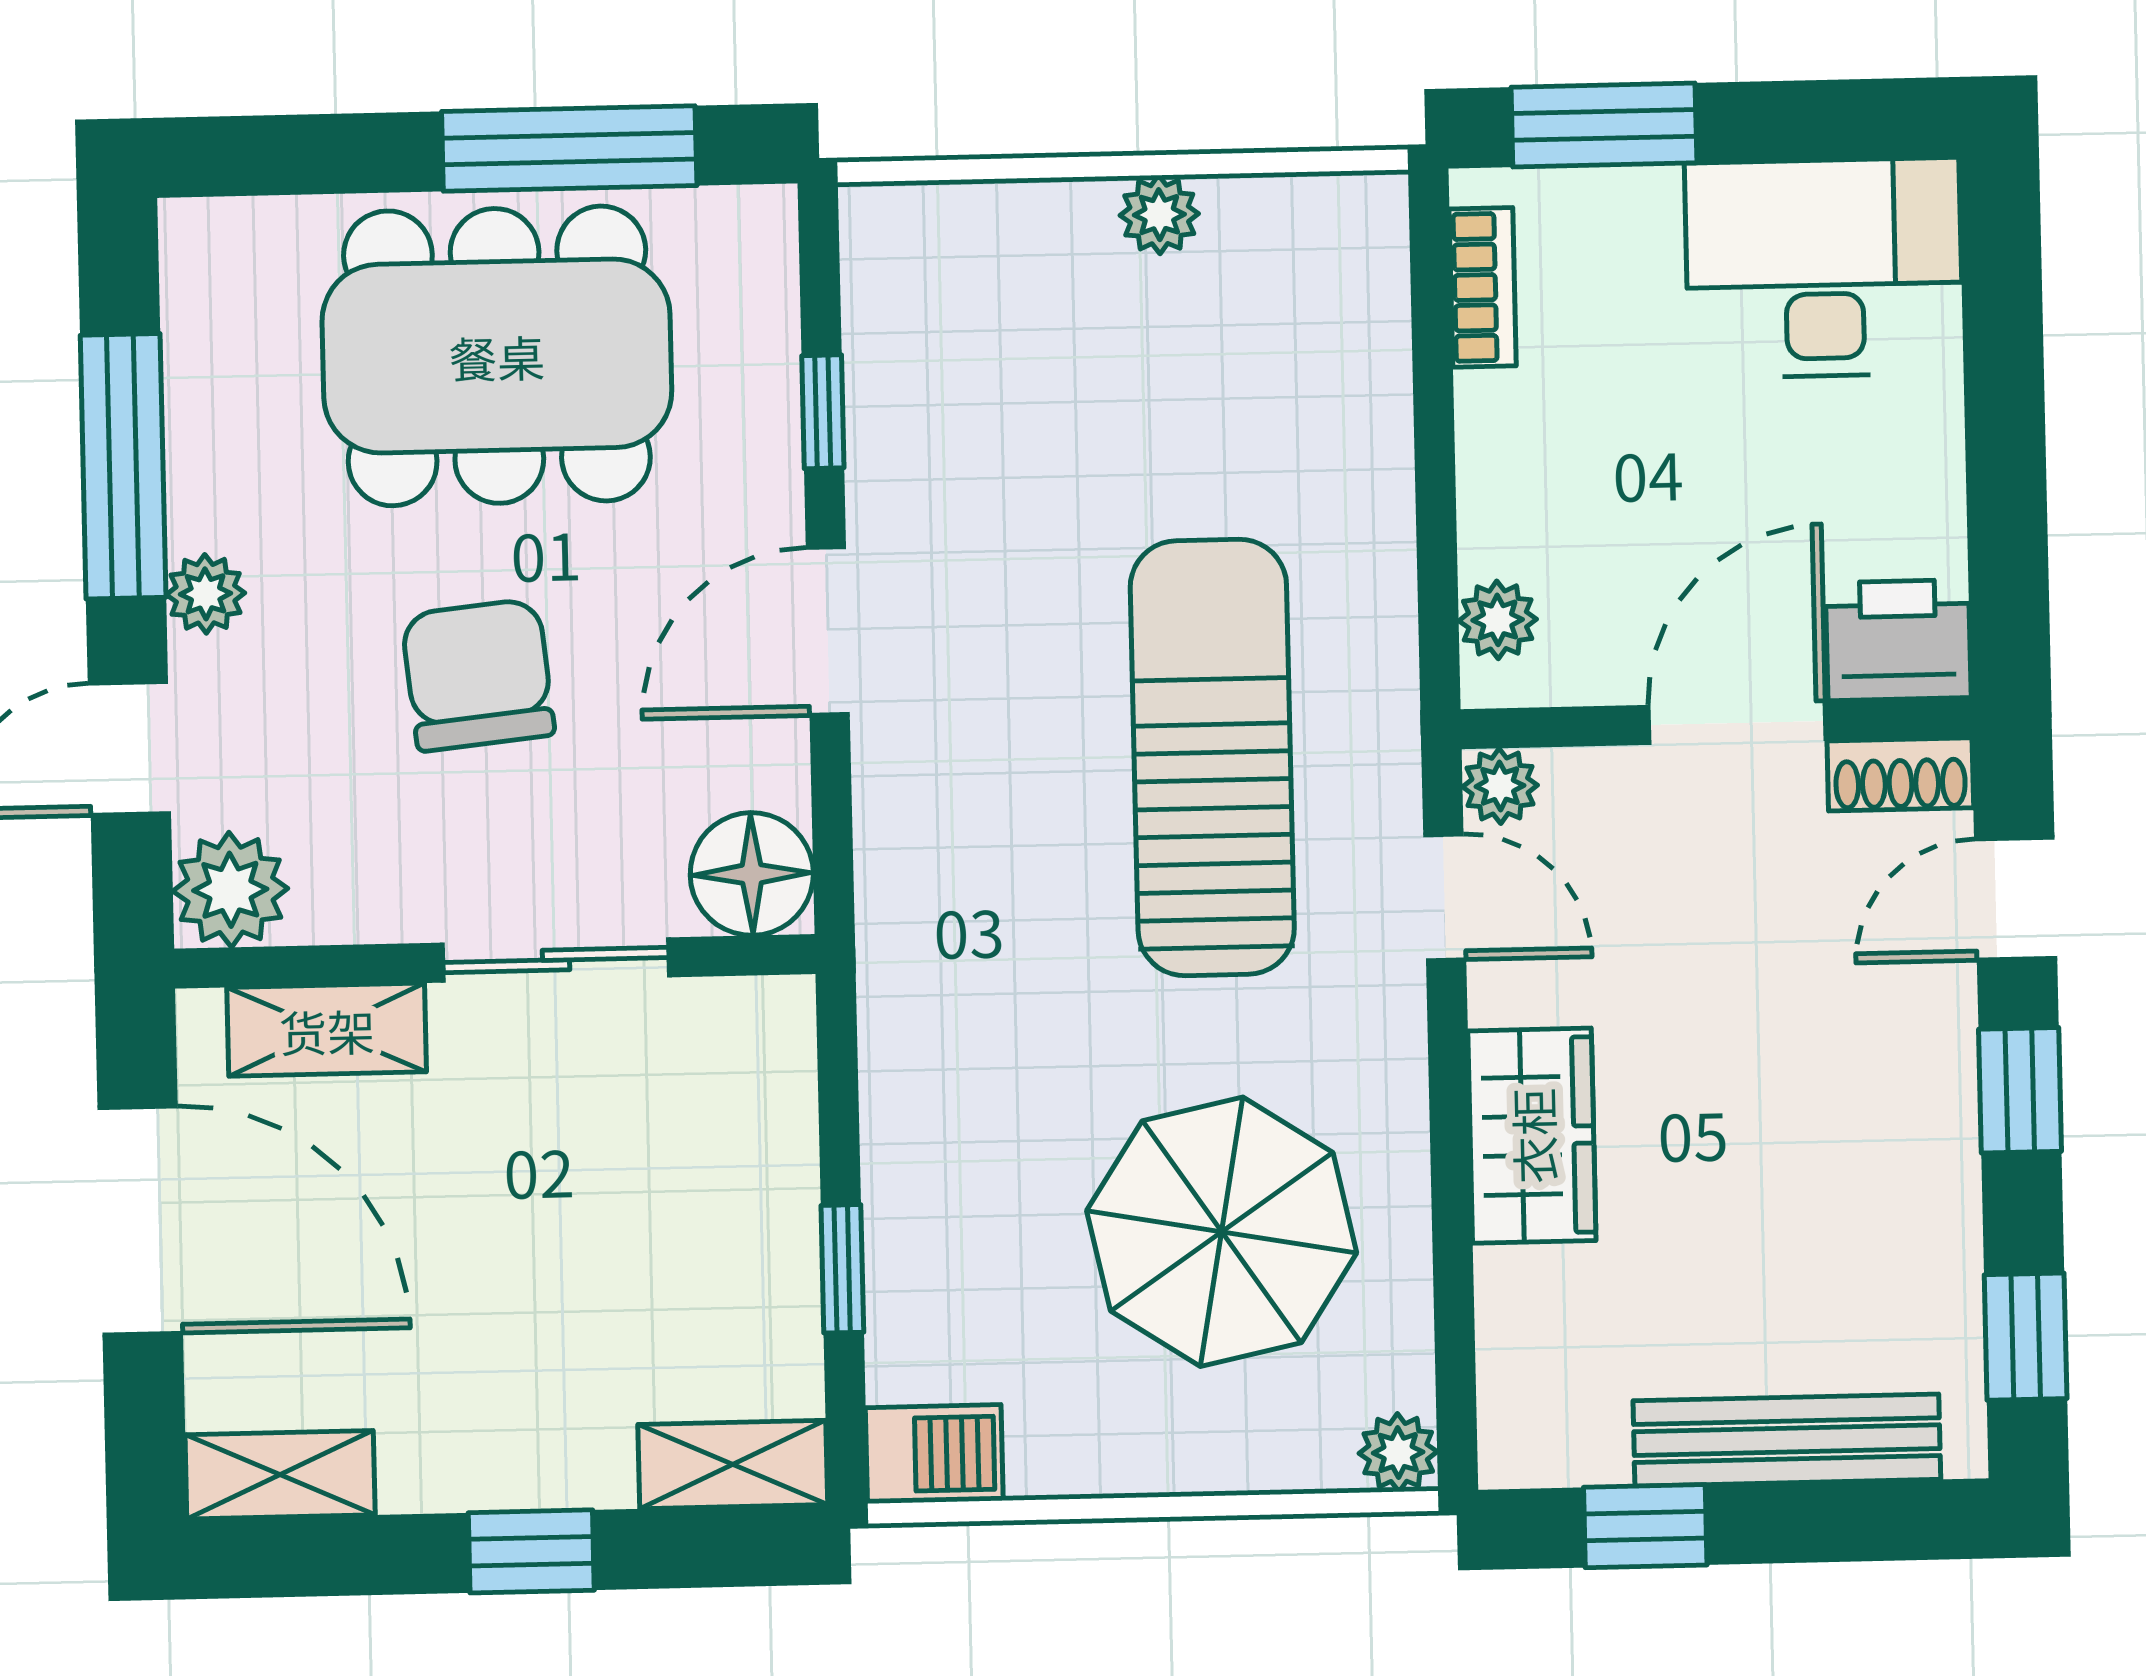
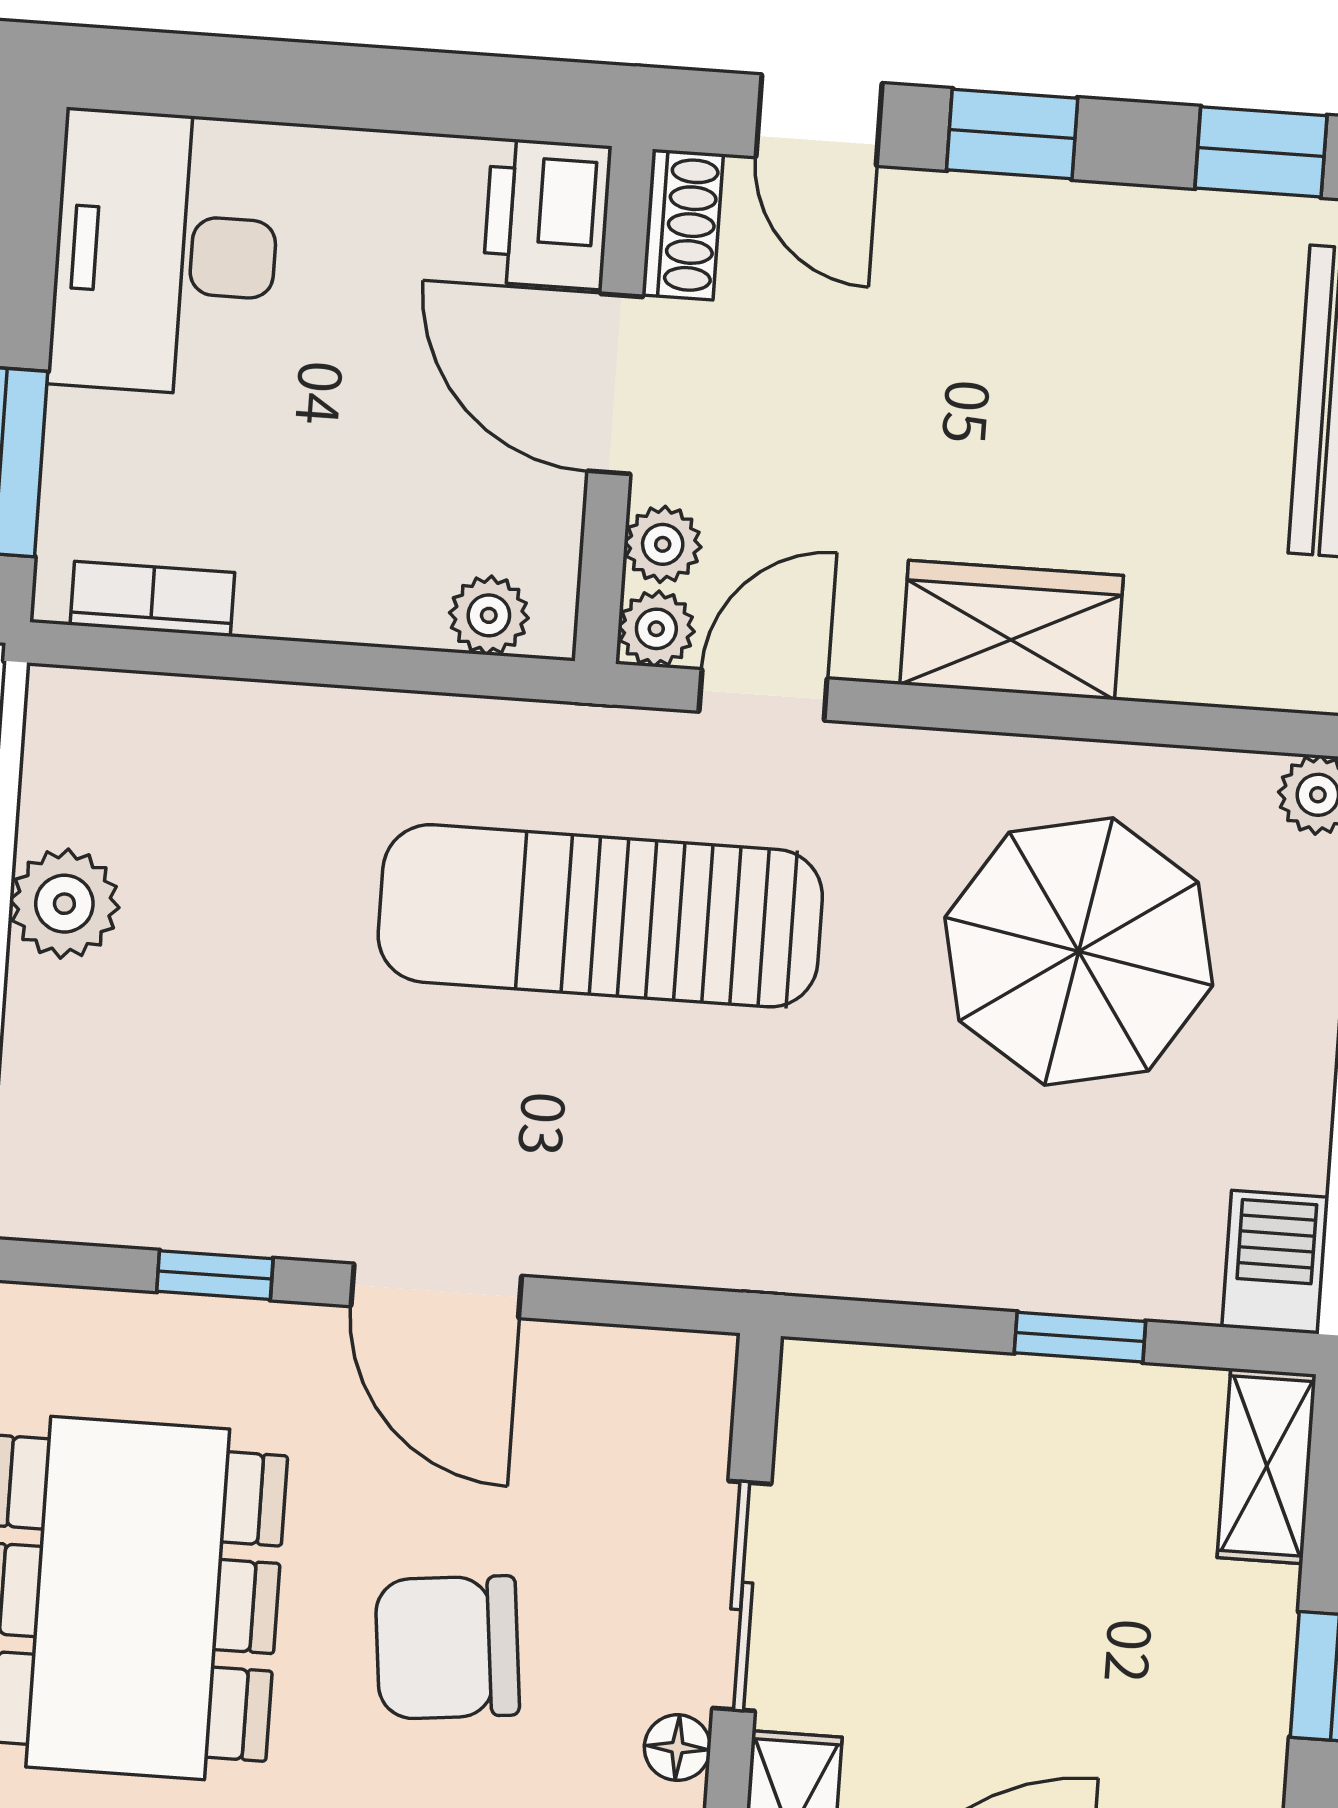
plant: (1159, 215) -> (64, 904), width x1.38, depth x1.38
plant: (1584, 784) -> (663, 544), added
floor lamp: (752, 874) -> (677, 1748), moved, width x0.53, depth x0.53

